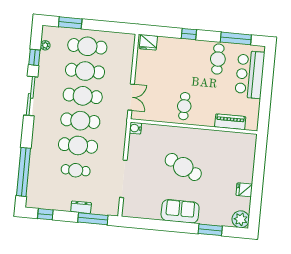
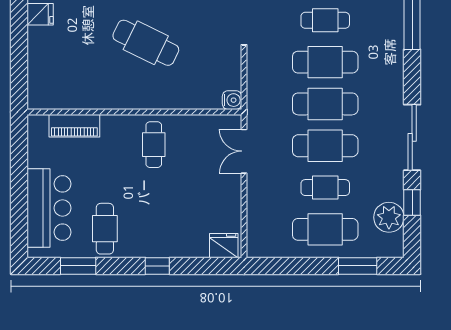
window: (236, 38) -> (78, 266), width x0.69
plant: (45, 45) -> (389, 217), width x1.87, depth x1.87
cafe table: (85, 71) -> (325, 188), width x0.73, depth x0.74

